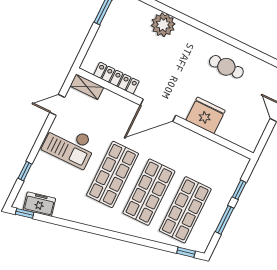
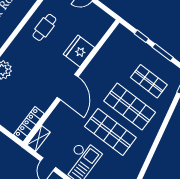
locker: (116, 78) -> (29, 124), moved
shop shelf: (185, 210) -> (149, 81), width x0.70, depth x0.74

